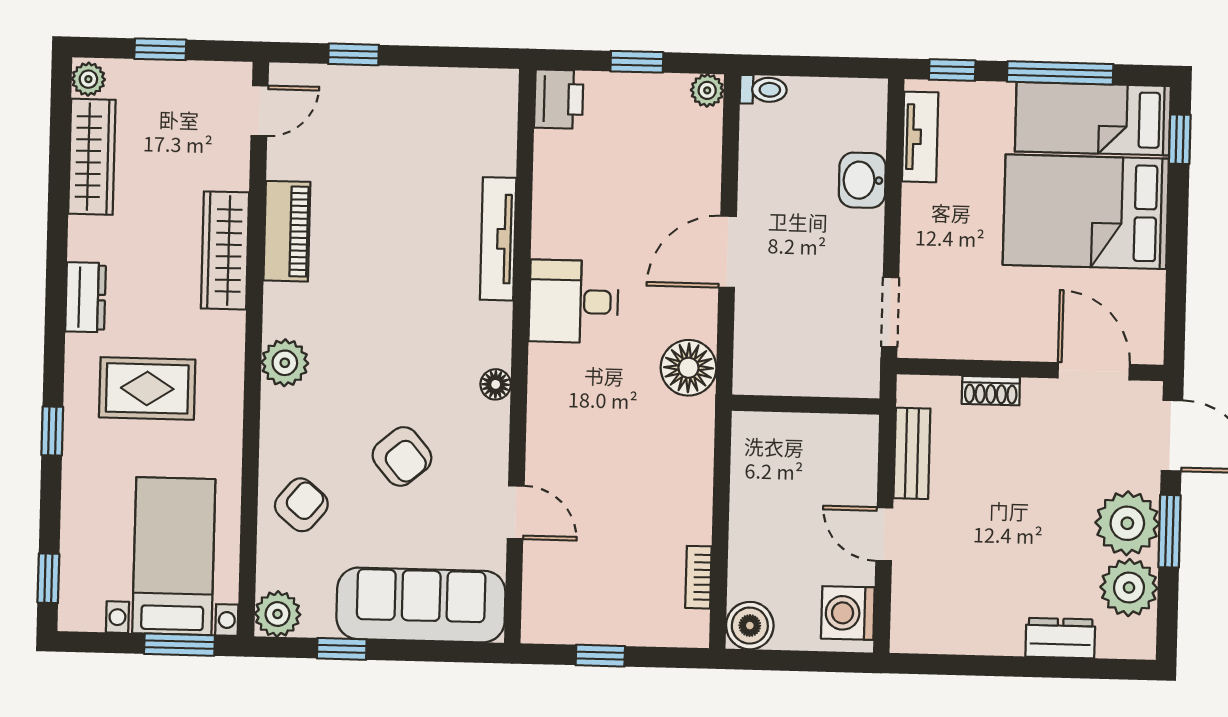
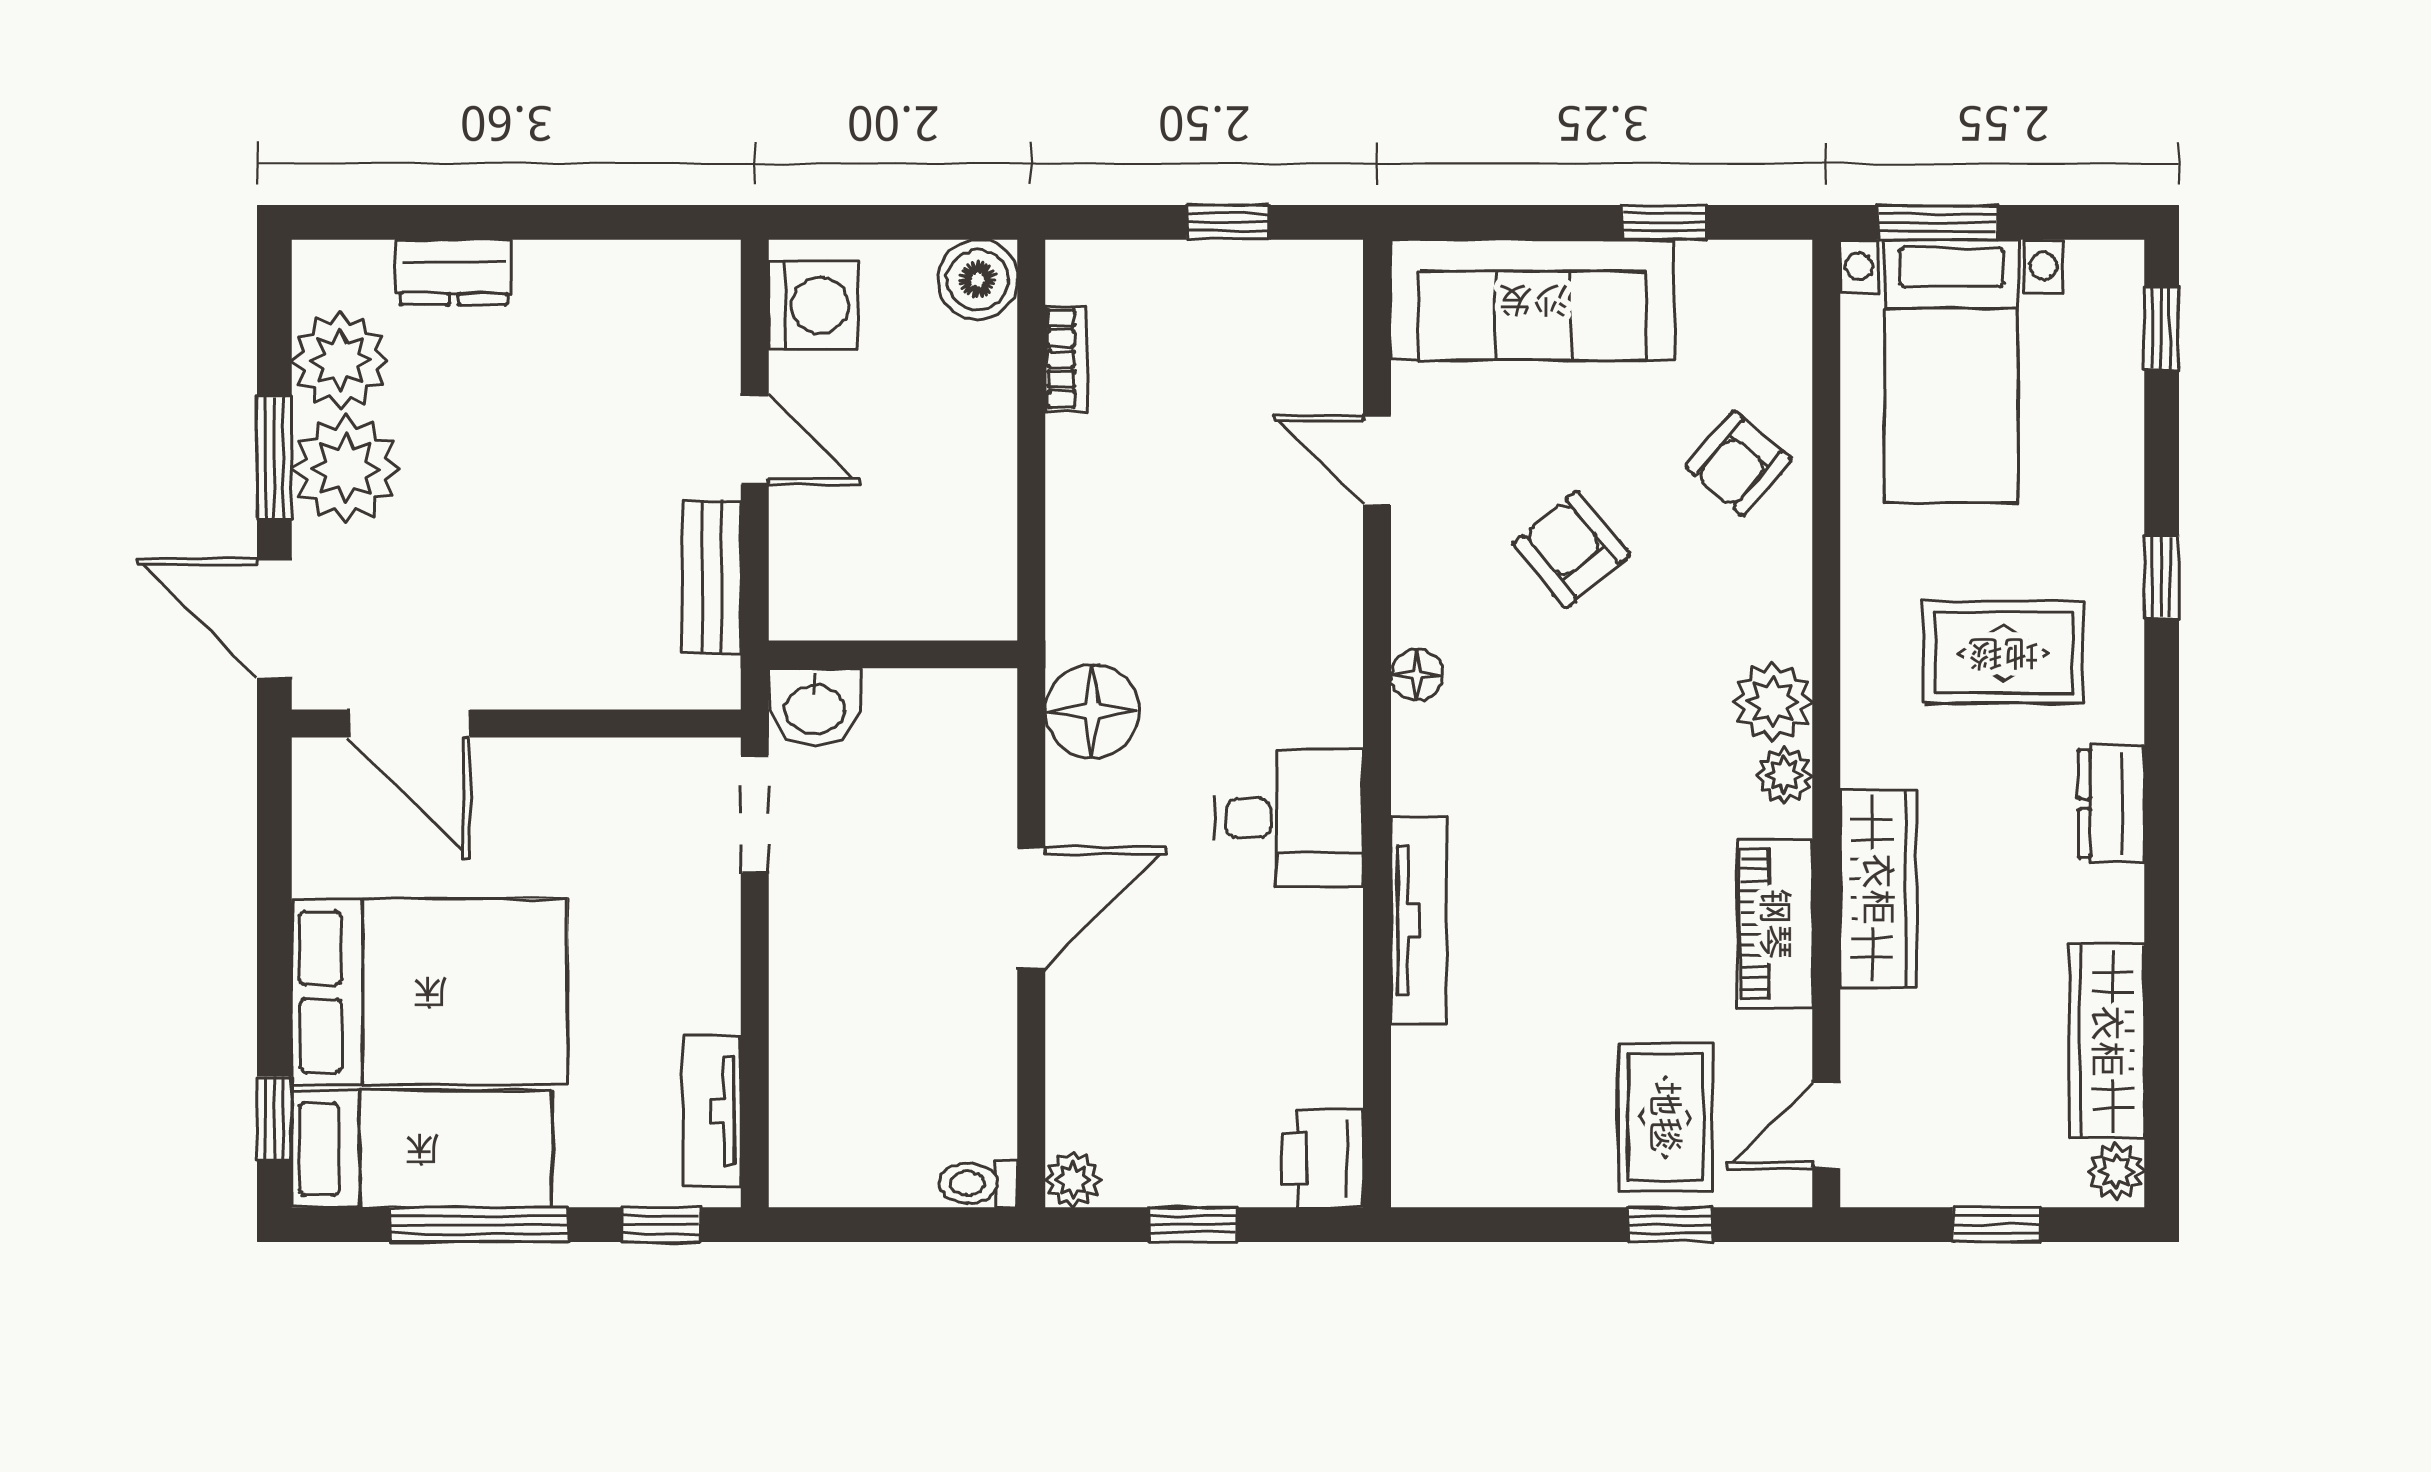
rug: (355, 118) -> (1665, 1117), added
washbasin: (862, 180) -> (815, 707), moved, turned 90
shoe rack: (991, 391) -> (582, 686), removed
plant: (278, 614) -> (1784, 775), moved, width x0.73, depth x0.73

